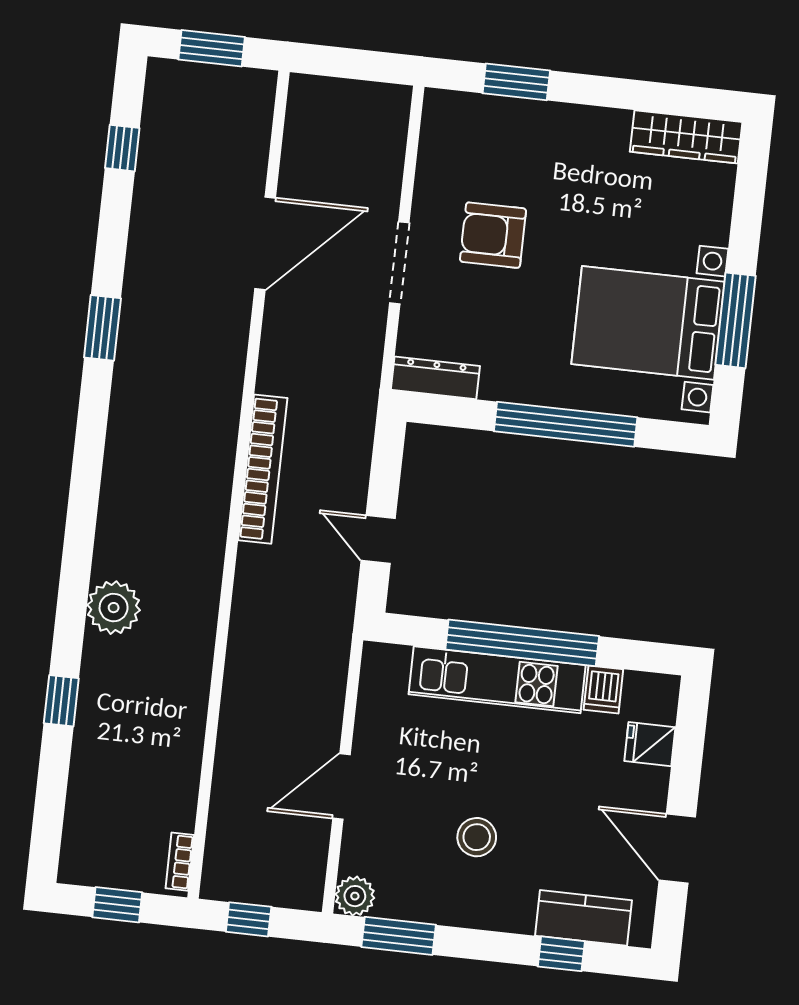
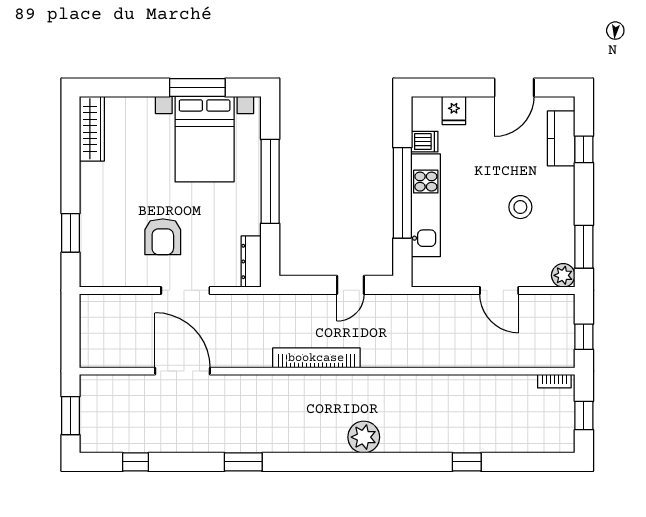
plant: (114, 608) -> (364, 437), moved

